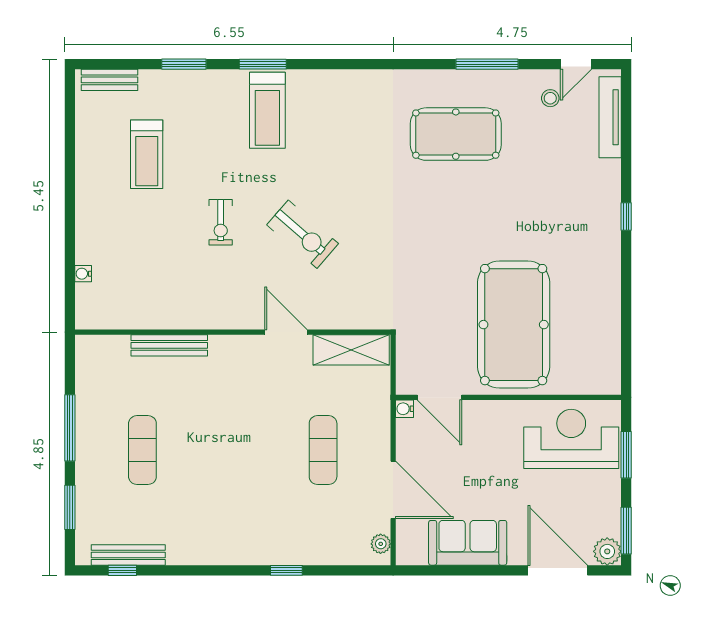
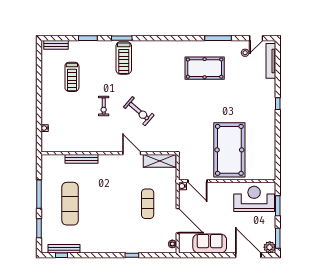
exercise mat: (142, 450) -> (70, 204), width x1.36, depth x1.45

